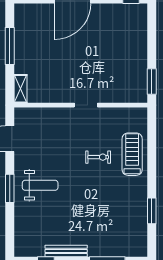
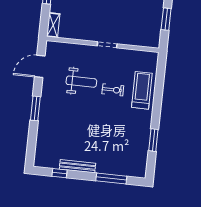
window: (152, 81) -> (166, 19), moved
weight bench: (40, 185) -> (81, 82), moved

